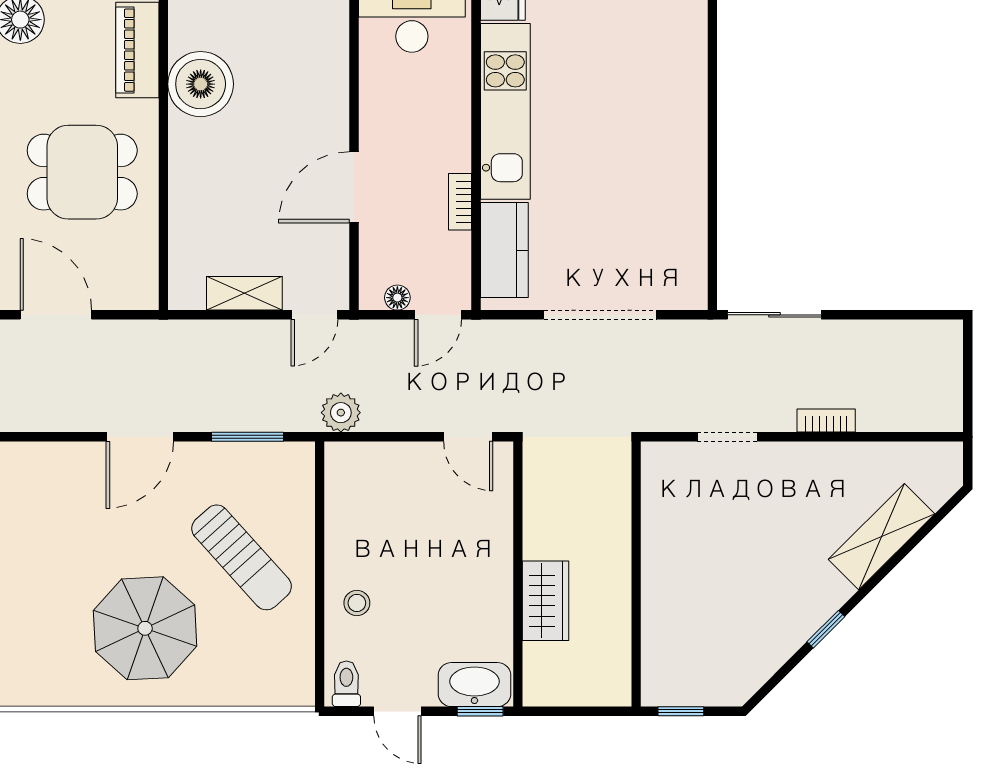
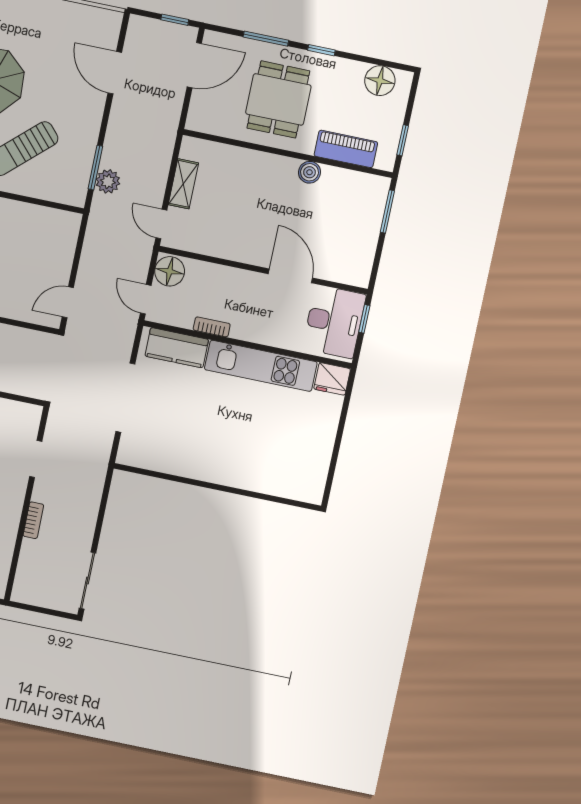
boiler: (201, 84) -> (309, 172), width x0.54, depth x0.54
door: (354, 187) -> (290, 276), moved
floor lamp: (397, 298) -> (170, 271), width x1.89, depth x1.89
sliding door: (774, 315) -> (87, 581), moved
plant: (341, 413) -> (108, 181), moved
door: (140, 437) -> (115, 73), moved

